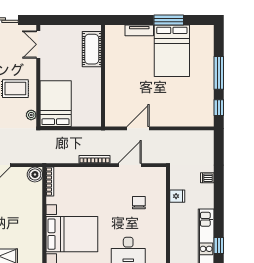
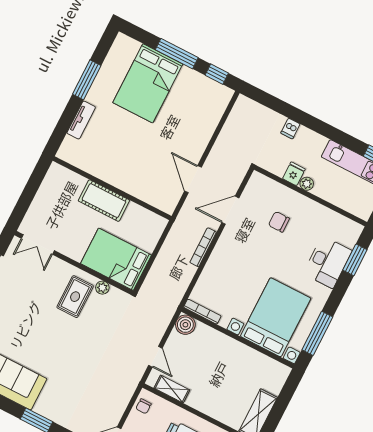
cot: (92, 49) -> (104, 201), moved
bed: (172, 51) -> (148, 83), moved, turned 90
plant: (31, 115) -> (102, 288), moved
door: (130, 165) -> (230, 210), hinge flipped
plant: (175, 208) -> (307, 184), added

